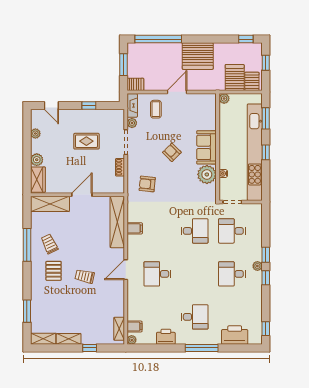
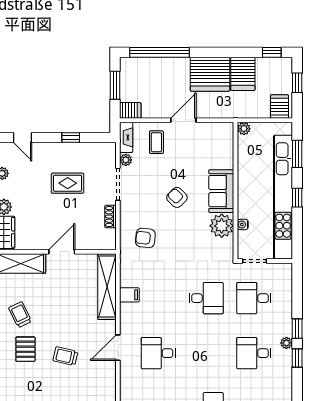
server rack: (235, 77) -> (243, 74), moved, turned 180

